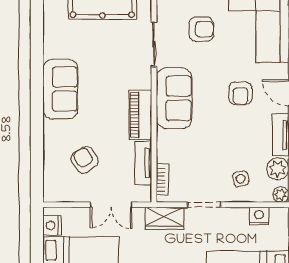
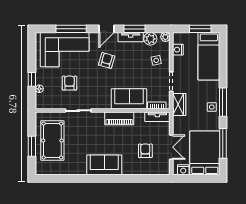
armchair: (240, 93) -> (107, 60), turned -74
sofa: (174, 98) -> (129, 99), moved
armchair: (85, 160) -> (145, 151), turned 123
tv unit: (143, 163) -> (157, 117), moved
double door: (111, 205) -> (171, 147), moved

